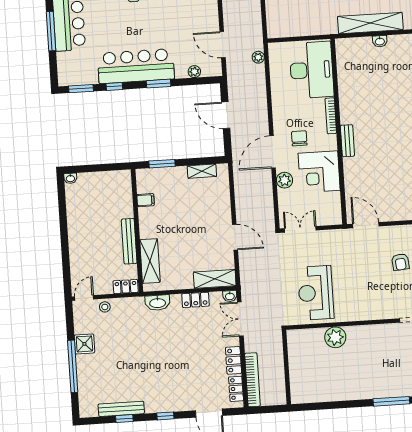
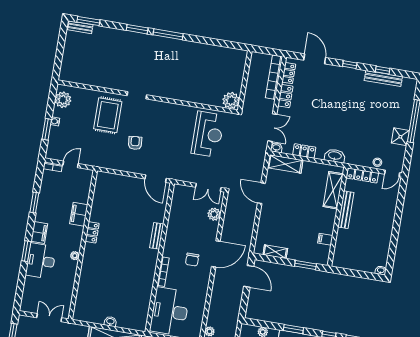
door: (226, 115) -> (249, 276), moved
bench: (347, 141) -> (157, 236), moved
corner desk: (319, 172) -> (183, 229), removed
plant: (284, 180) -> (214, 214), moved
locker: (126, 287) -> (363, 175), width x1.53
plant: (335, 337) -> (231, 101), moved

